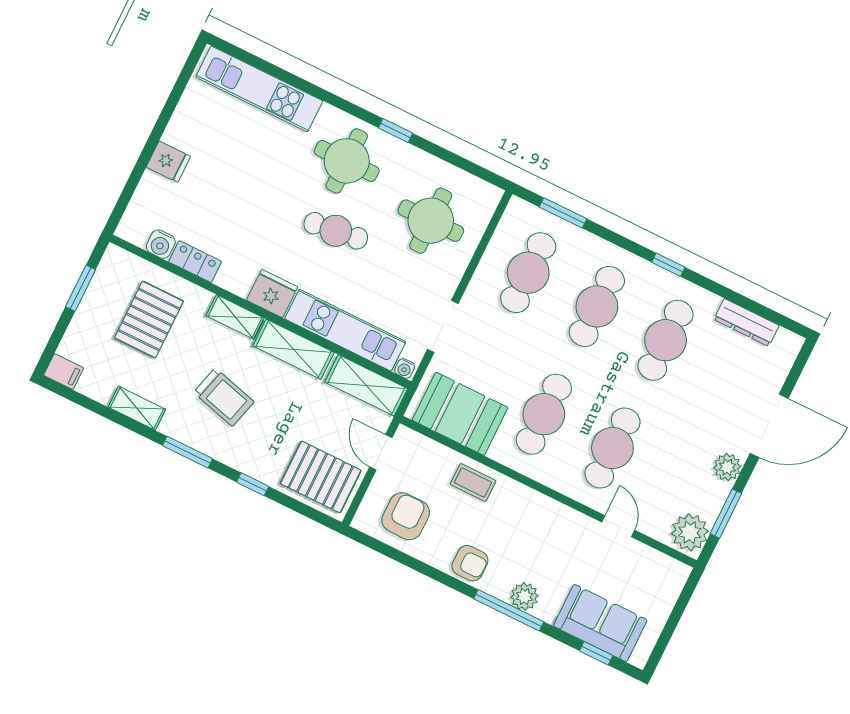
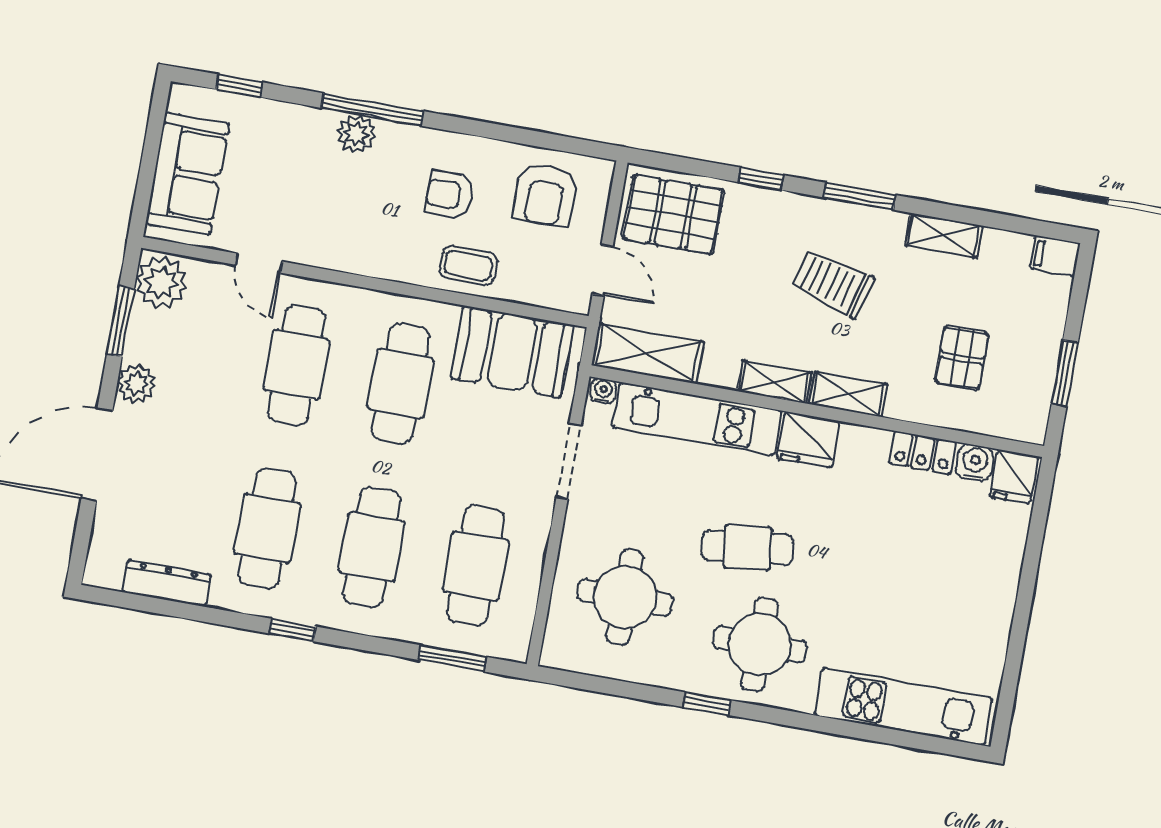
fridge: (168, 162) -> (1014, 477), moved, turned -90
pallet: (149, 320) -> (962, 358), width x0.67, depth x0.71
shelving: (293, 349) -> (775, 382), width x0.67, depth x0.75
armchair: (470, 563) -> (449, 195), moved
sofa: (600, 623) -> (188, 174), moved, turned -90

